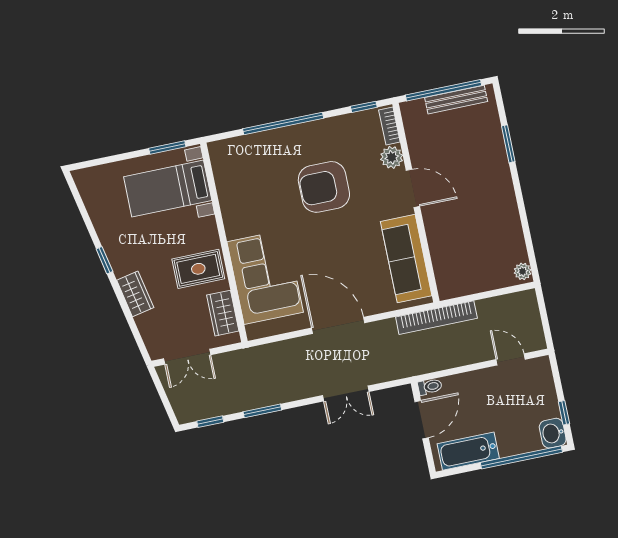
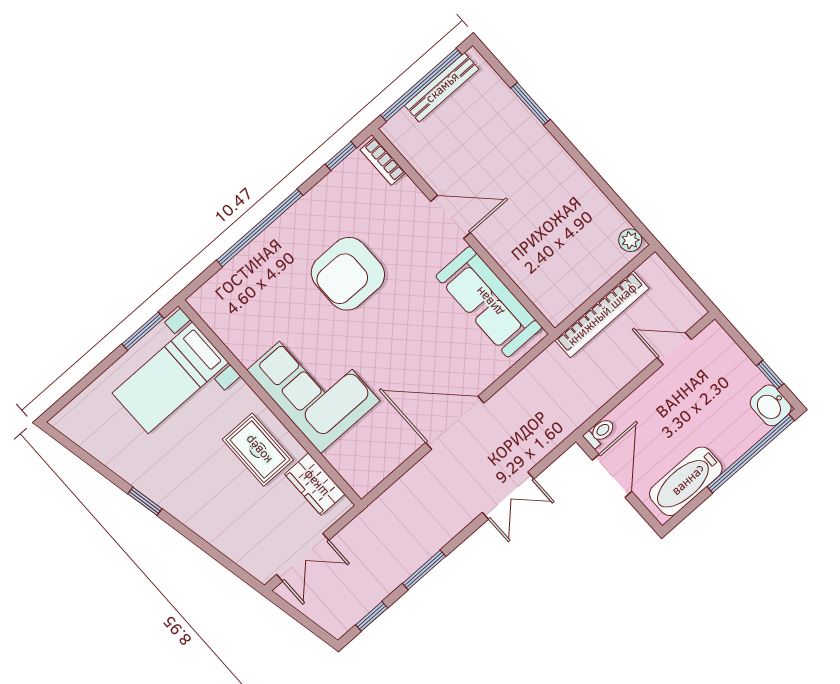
plant: (392, 157) -> (406, 196), removed
rug: (198, 269) -> (258, 450), turned 90
corner sofa: (265, 277) -> (313, 386), moved
wardrobe: (135, 294) -> (202, 520), removed
bookcase: (436, 318) -> (602, 314), moved

